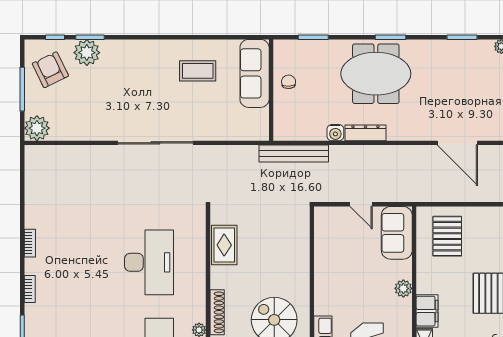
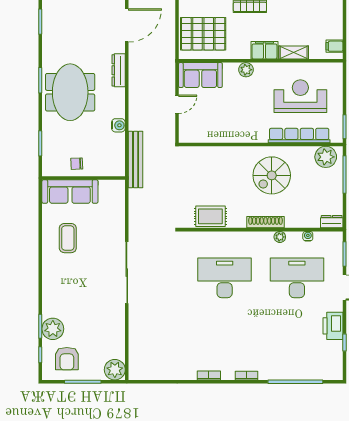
armchair: (50, 70) -> (67, 359), turned -64
dresser: (365, 133) -> (119, 70), moved
pallet: (447, 236) -> (203, 34), width x1.37, depth x1.41

